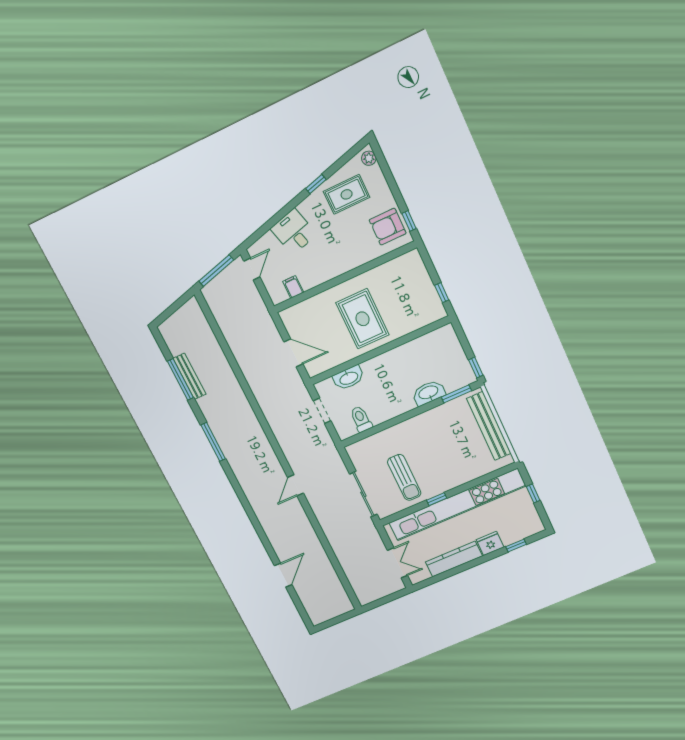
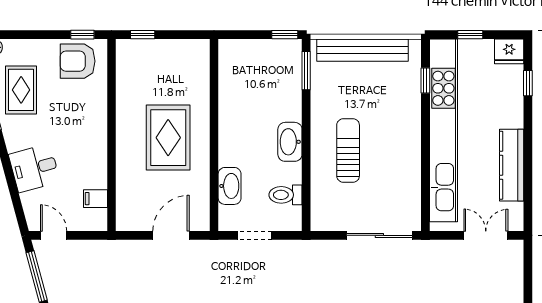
armchair: (388, 227) -> (78, 61), turned 90
window: (442, 293) -> (143, 35), moved
rug: (363, 319) -> (168, 138), turned 90
washbasin: (429, 393) -> (290, 142), moved
sun lounger: (404, 477) -> (348, 150), moved, turned -90
window: (437, 499) -> (425, 80), moved
fridge: (490, 543) -> (509, 51), moved, turned -90

